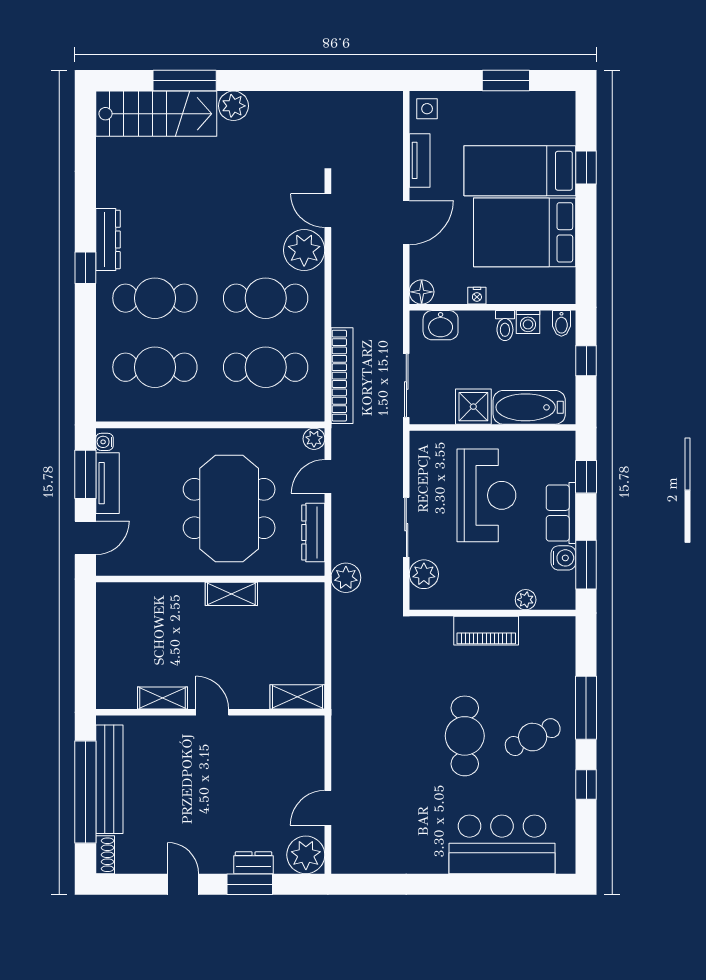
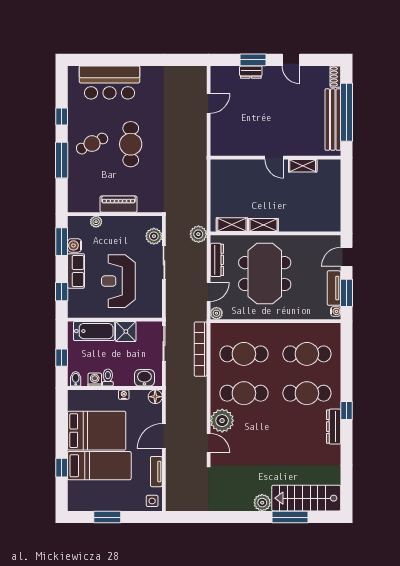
shelving: (297, 697) -> (232, 225), moved
plant: (306, 855) -> (221, 77), removed

